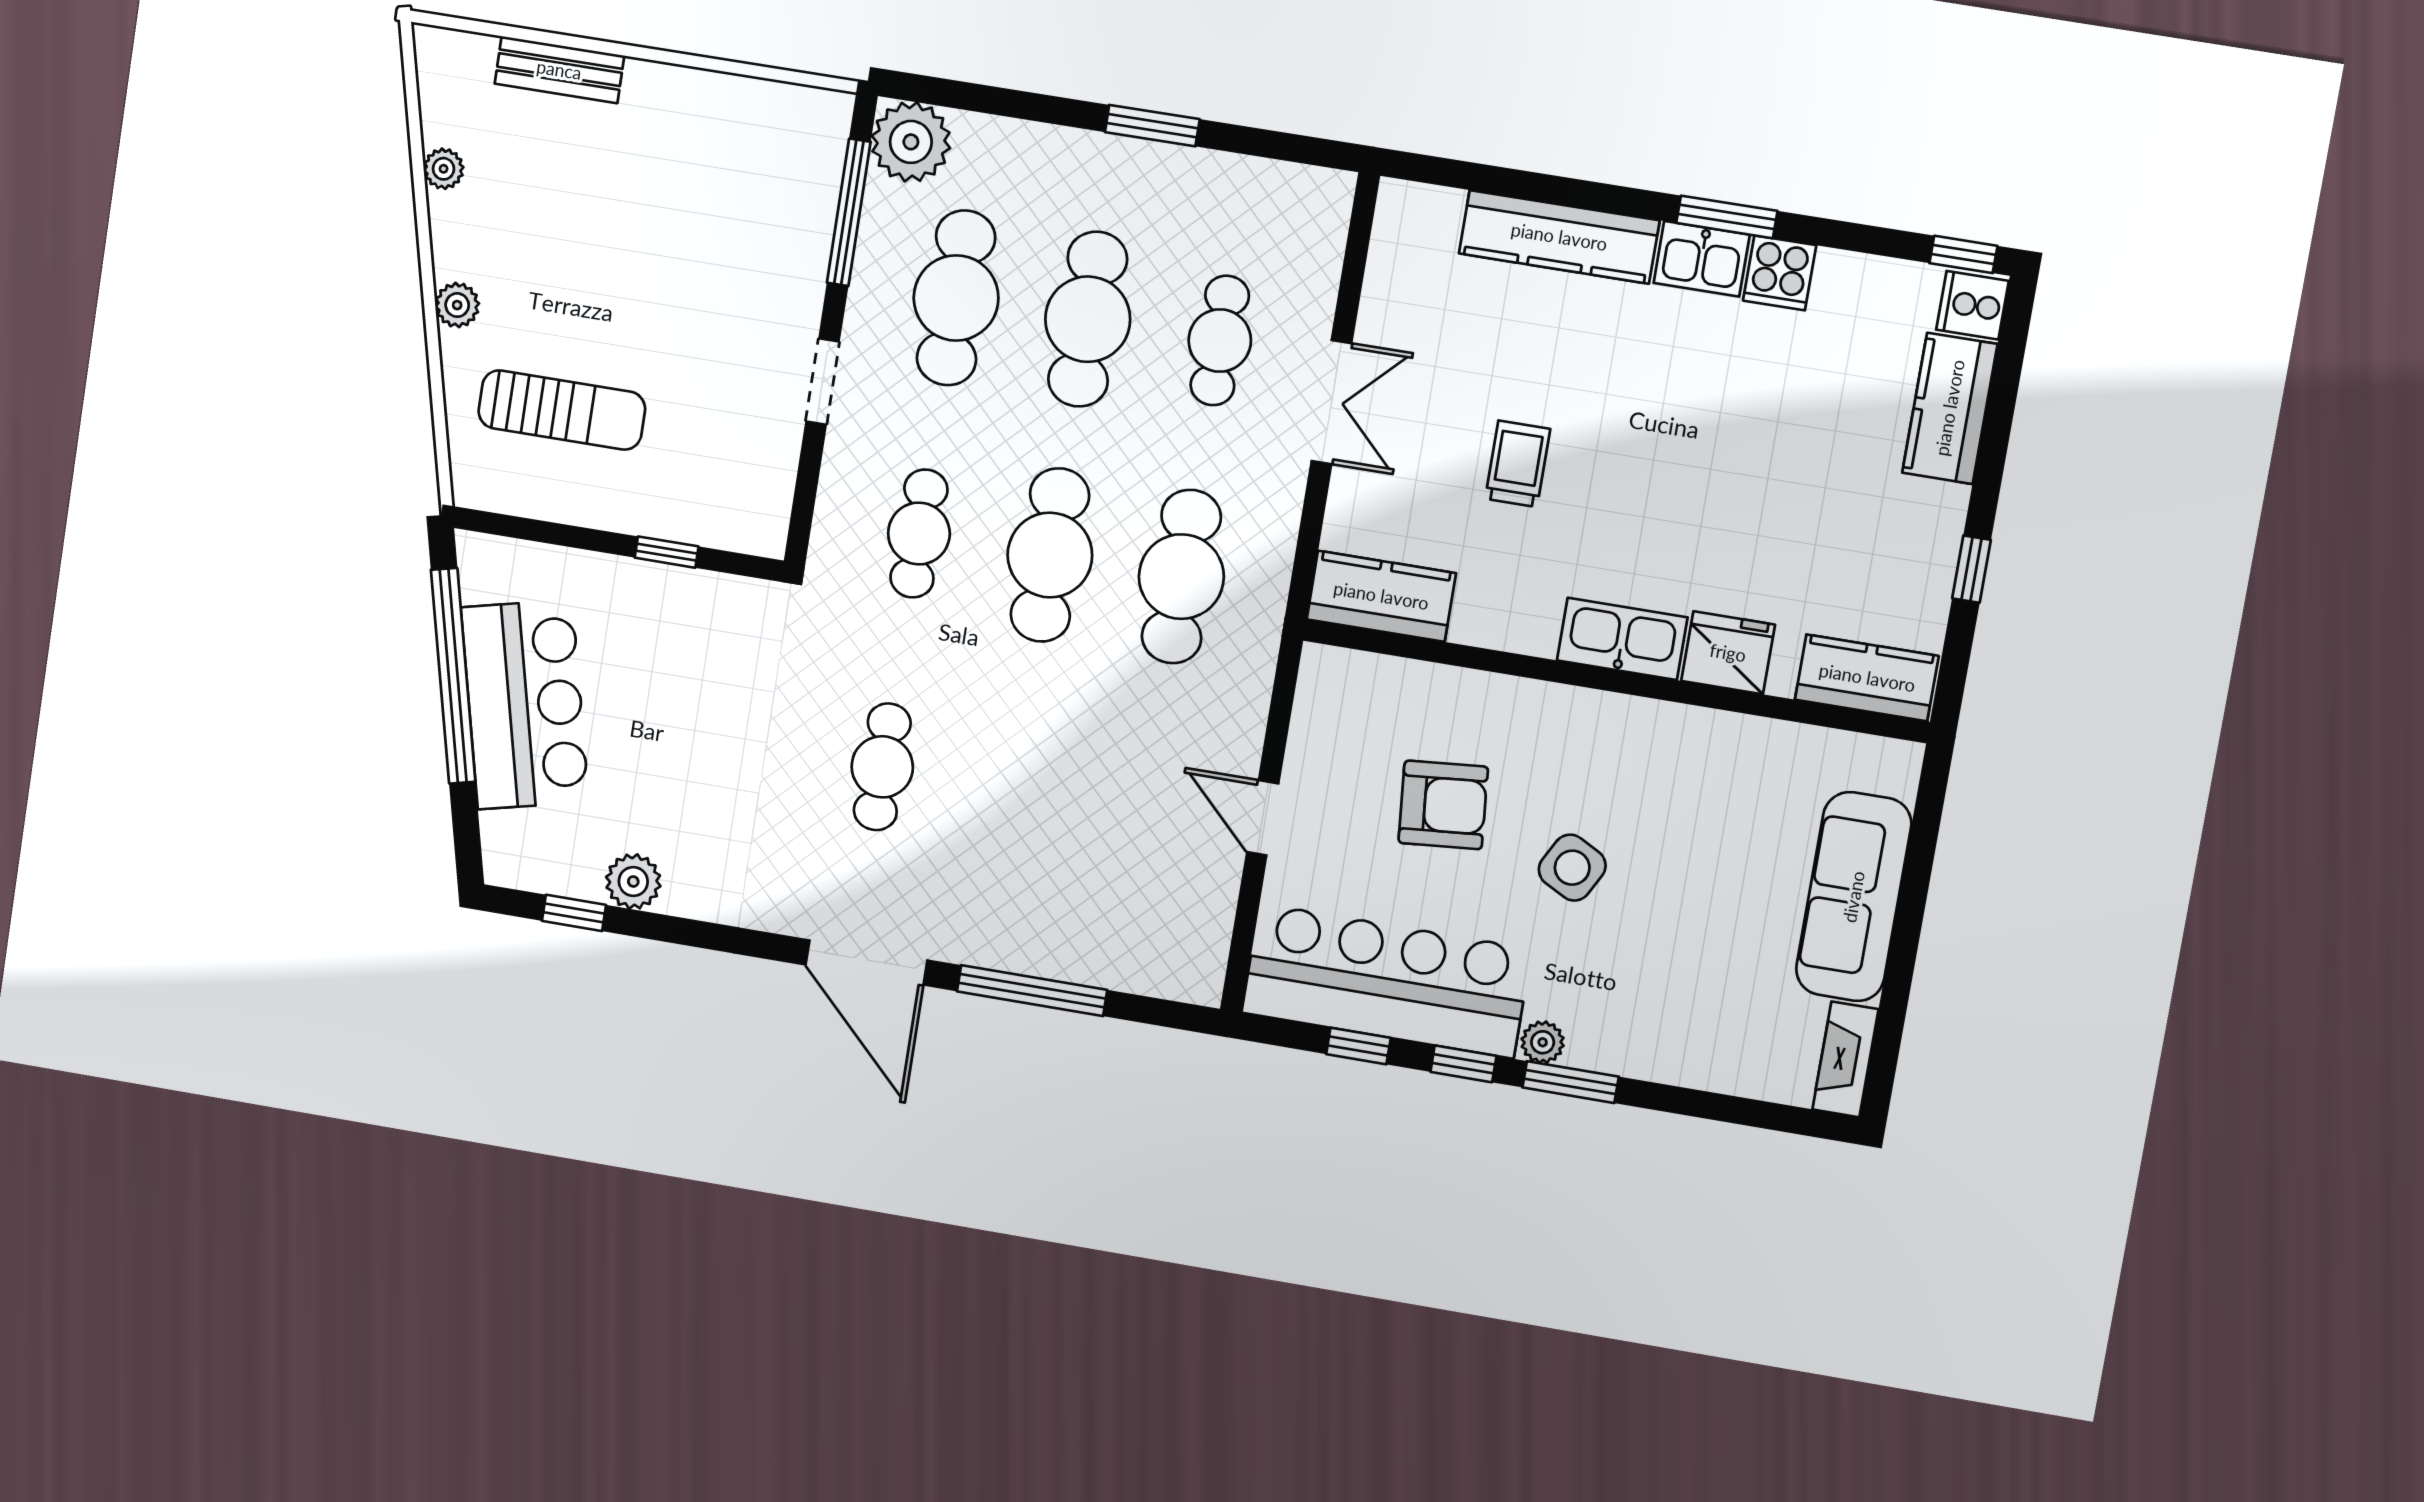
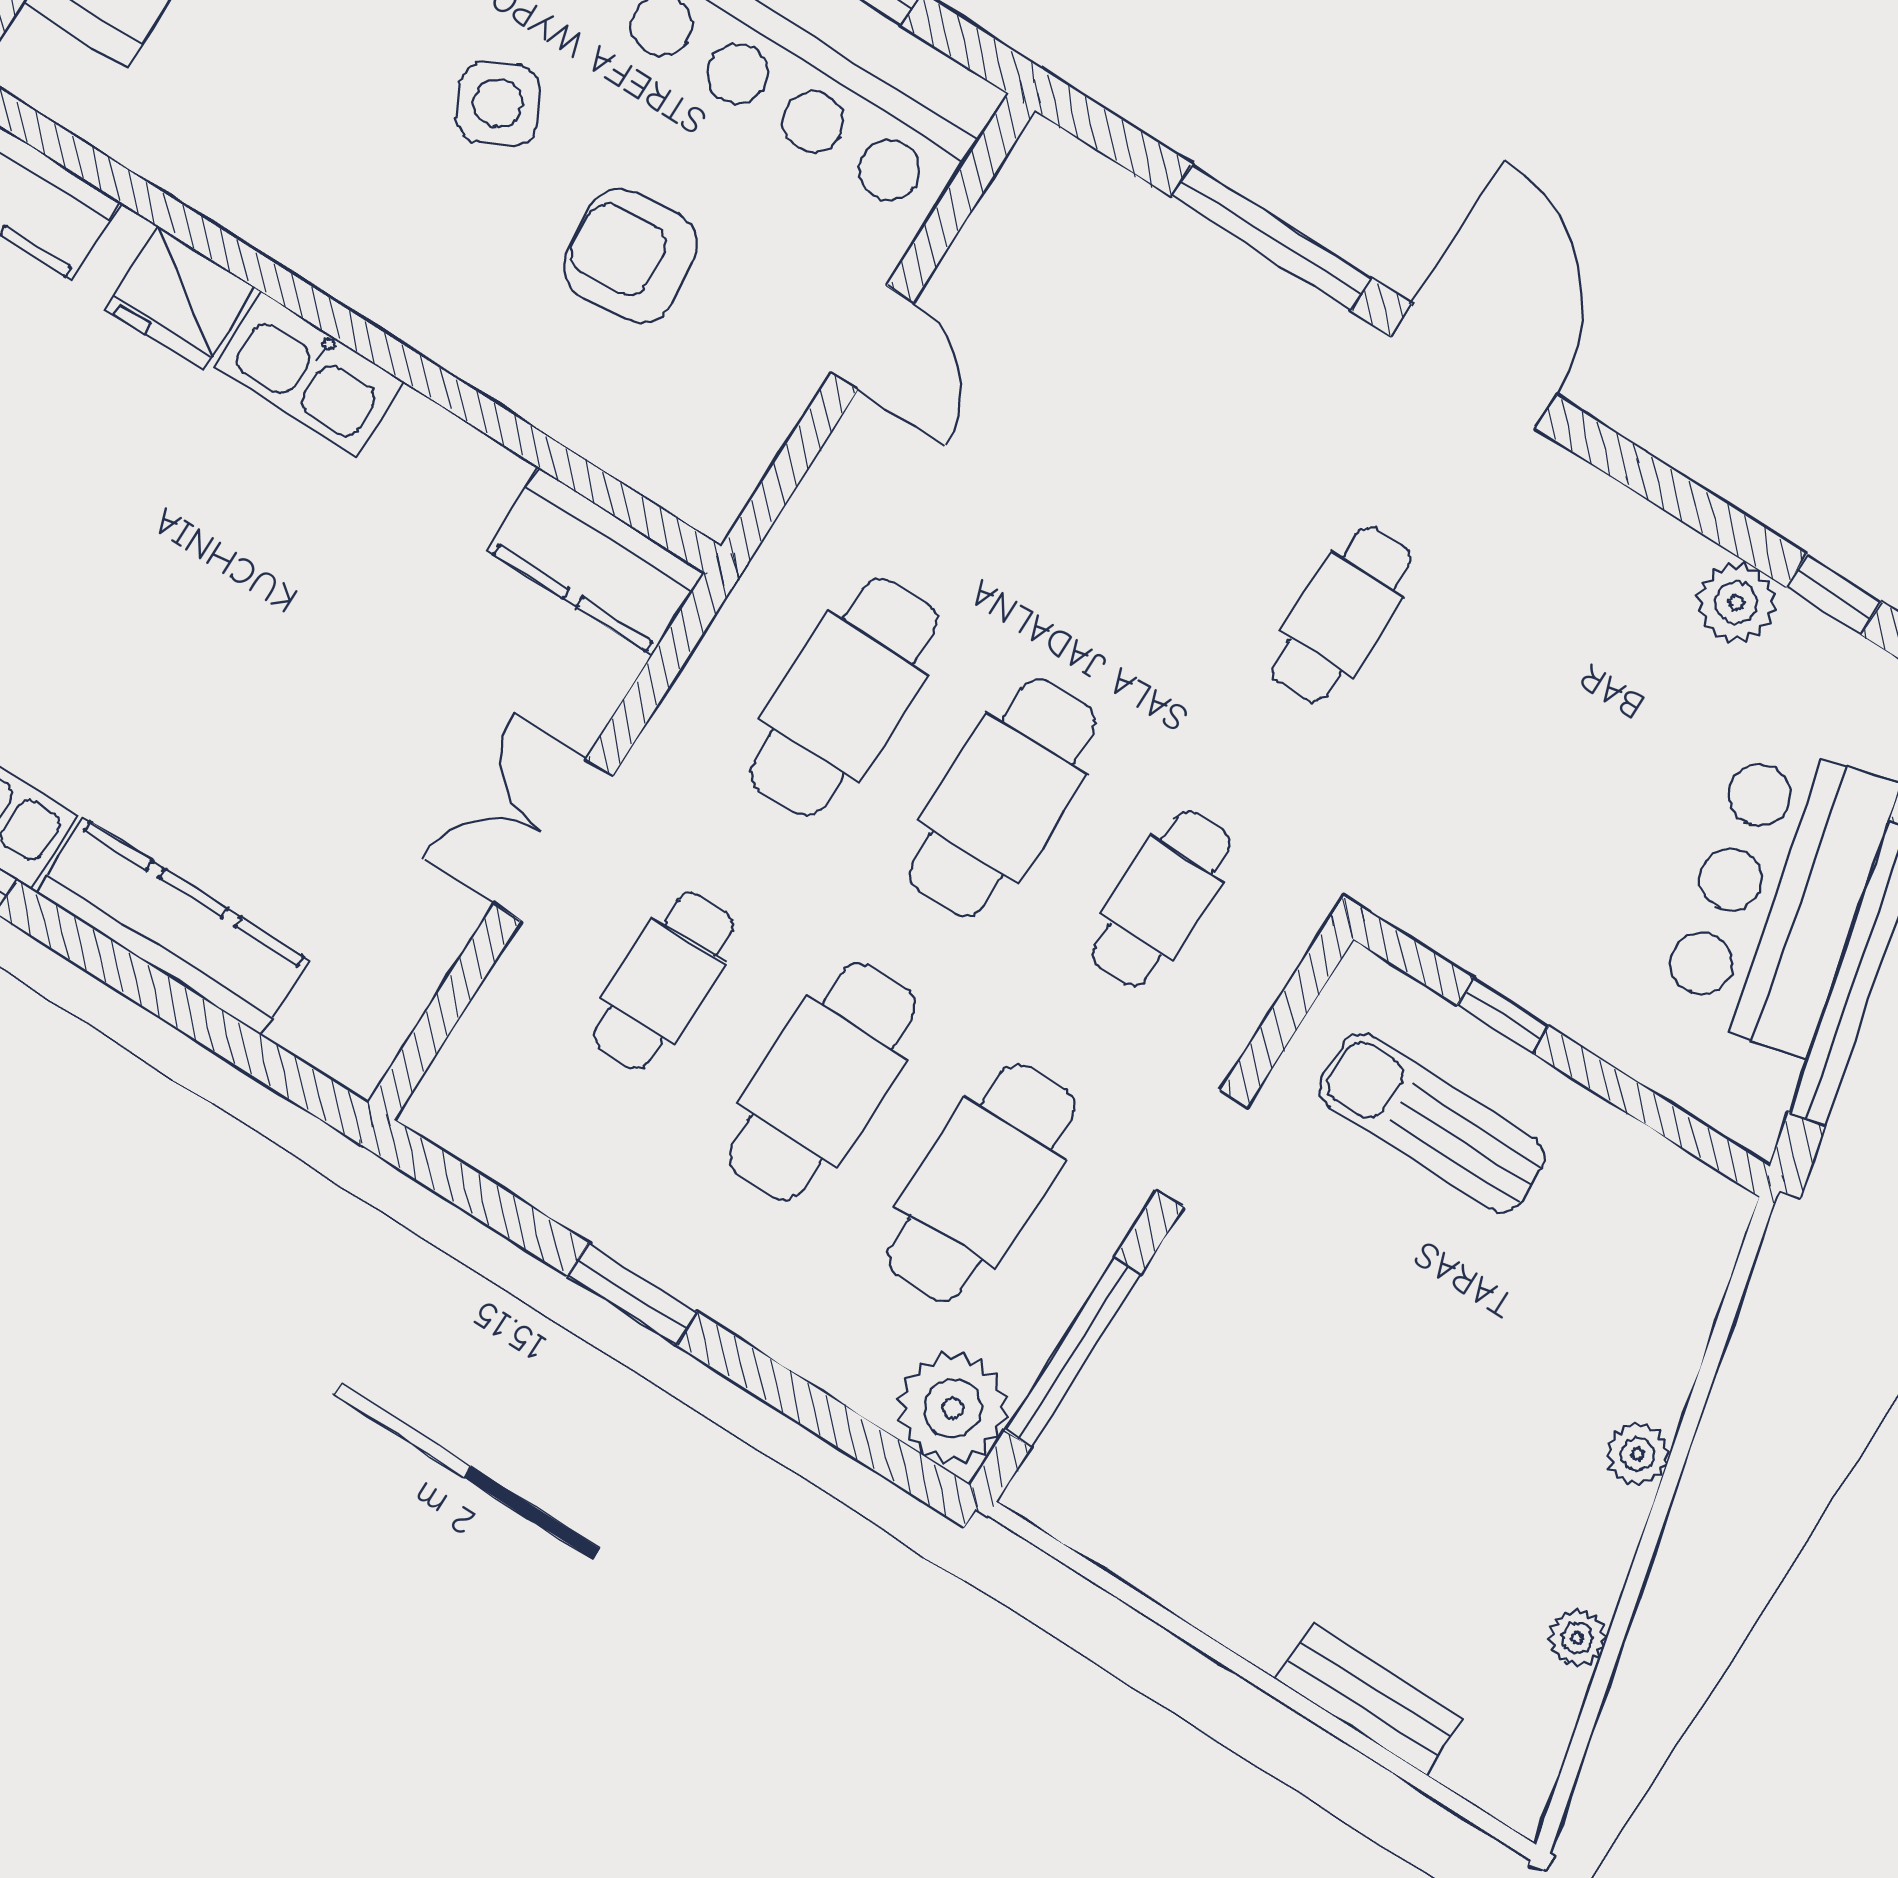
sun lounger: (562, 410) -> (1432, 1122), moved
trolley: (1518, 464) -> (348, 658), removed
side table: (1572, 868) -> (498, 104), turned 34

